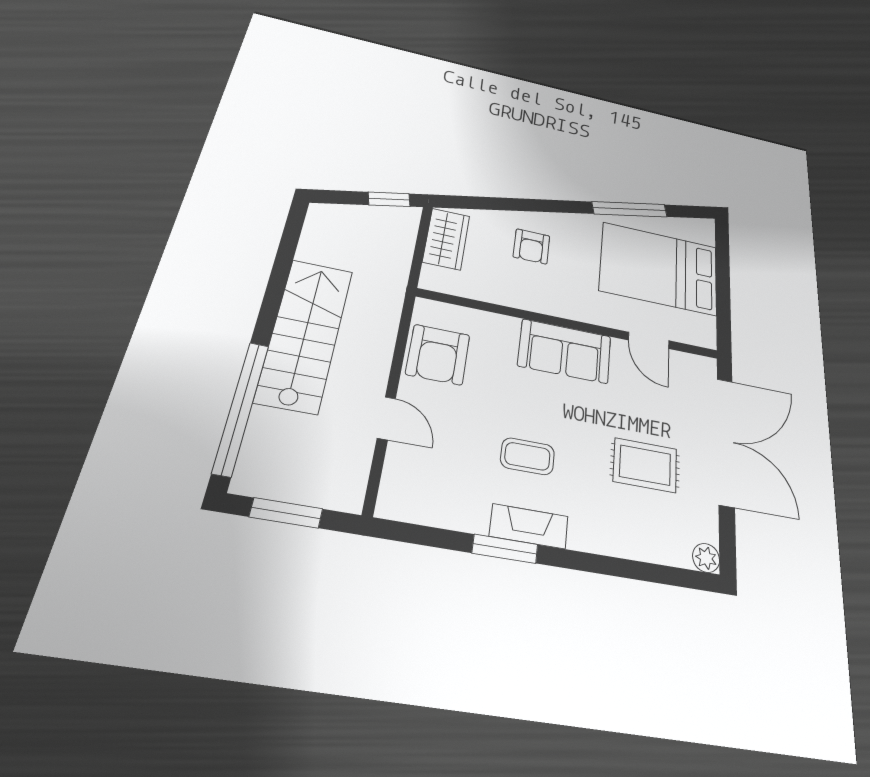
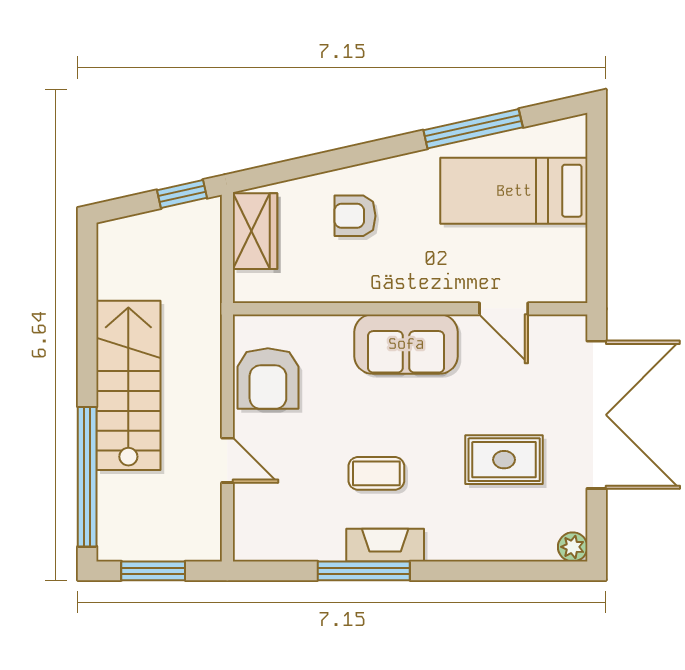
armchair: (531, 246) -> (355, 216), turned 90
bed: (659, 268) -> (514, 191), width x0.67
window: (505, 549) -> (364, 571), width x1.44

